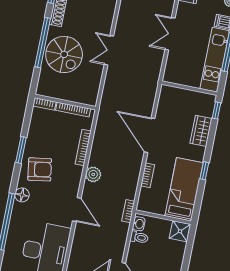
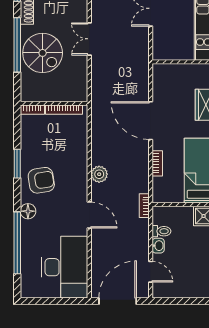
bookcase: (83, 148) -> (83, 148), removed
washbasin: (139, 224) -> (158, 246), moved

